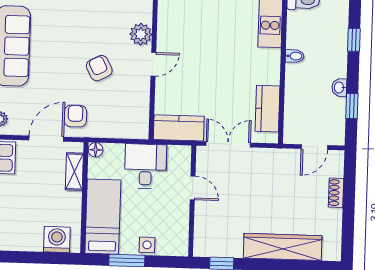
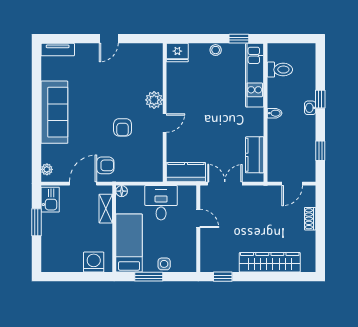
armchair: (99, 68) -> (123, 127), turned -153
washbasin: (339, 87) -> (310, 108), moved
armchair: (75, 116) -> (105, 165), turned 90

